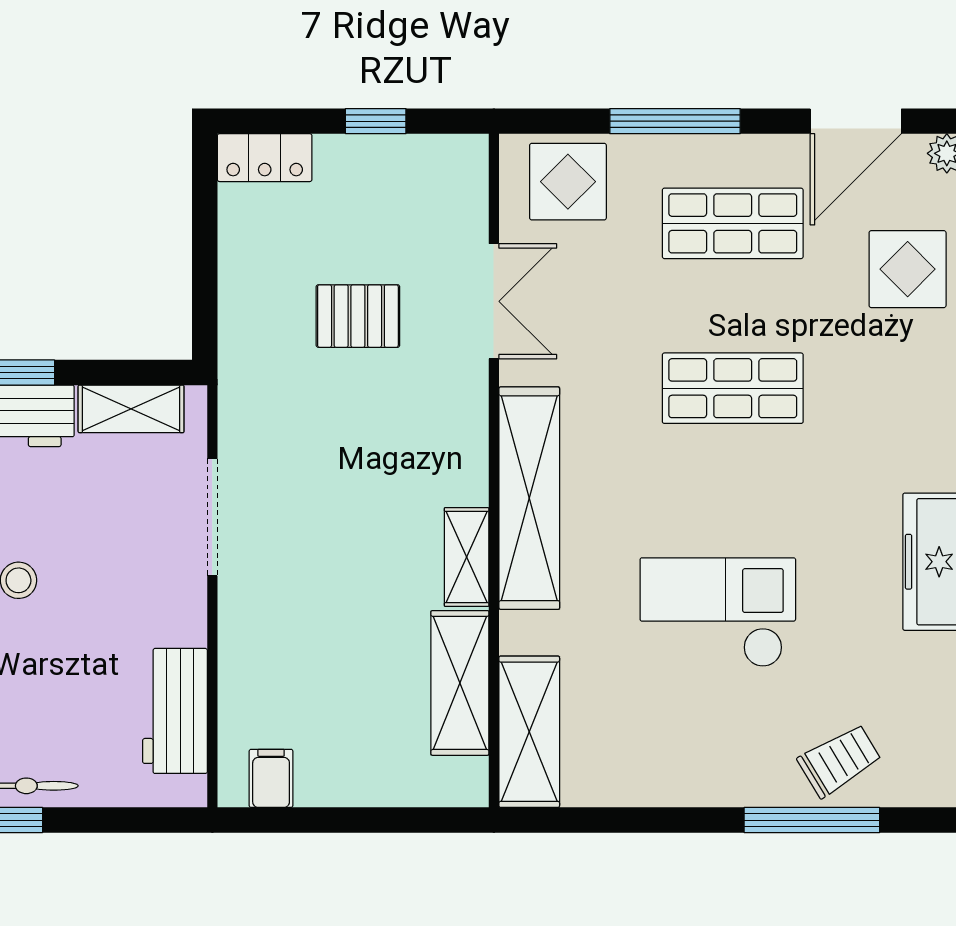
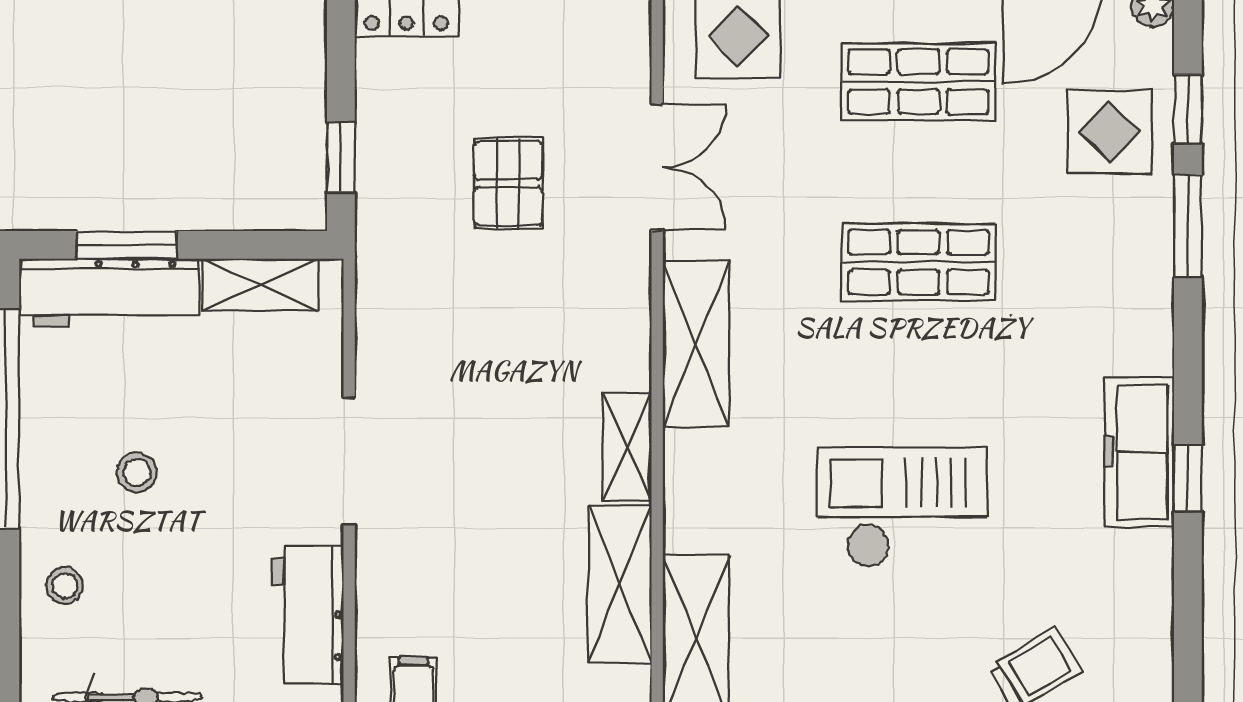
window: (205, 292) -> (341, 157), added
pallet: (358, 316) -> (508, 183), turned 90
shelving: (529, 498) -> (696, 344), width x0.68
doorway: (212, 517) -> (349, 461), moved

